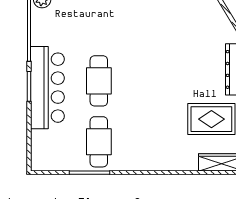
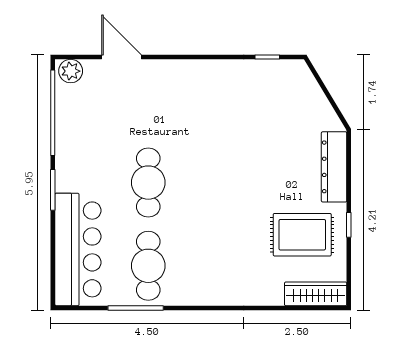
bar counter: (47, 88) -> (78, 249), moved

